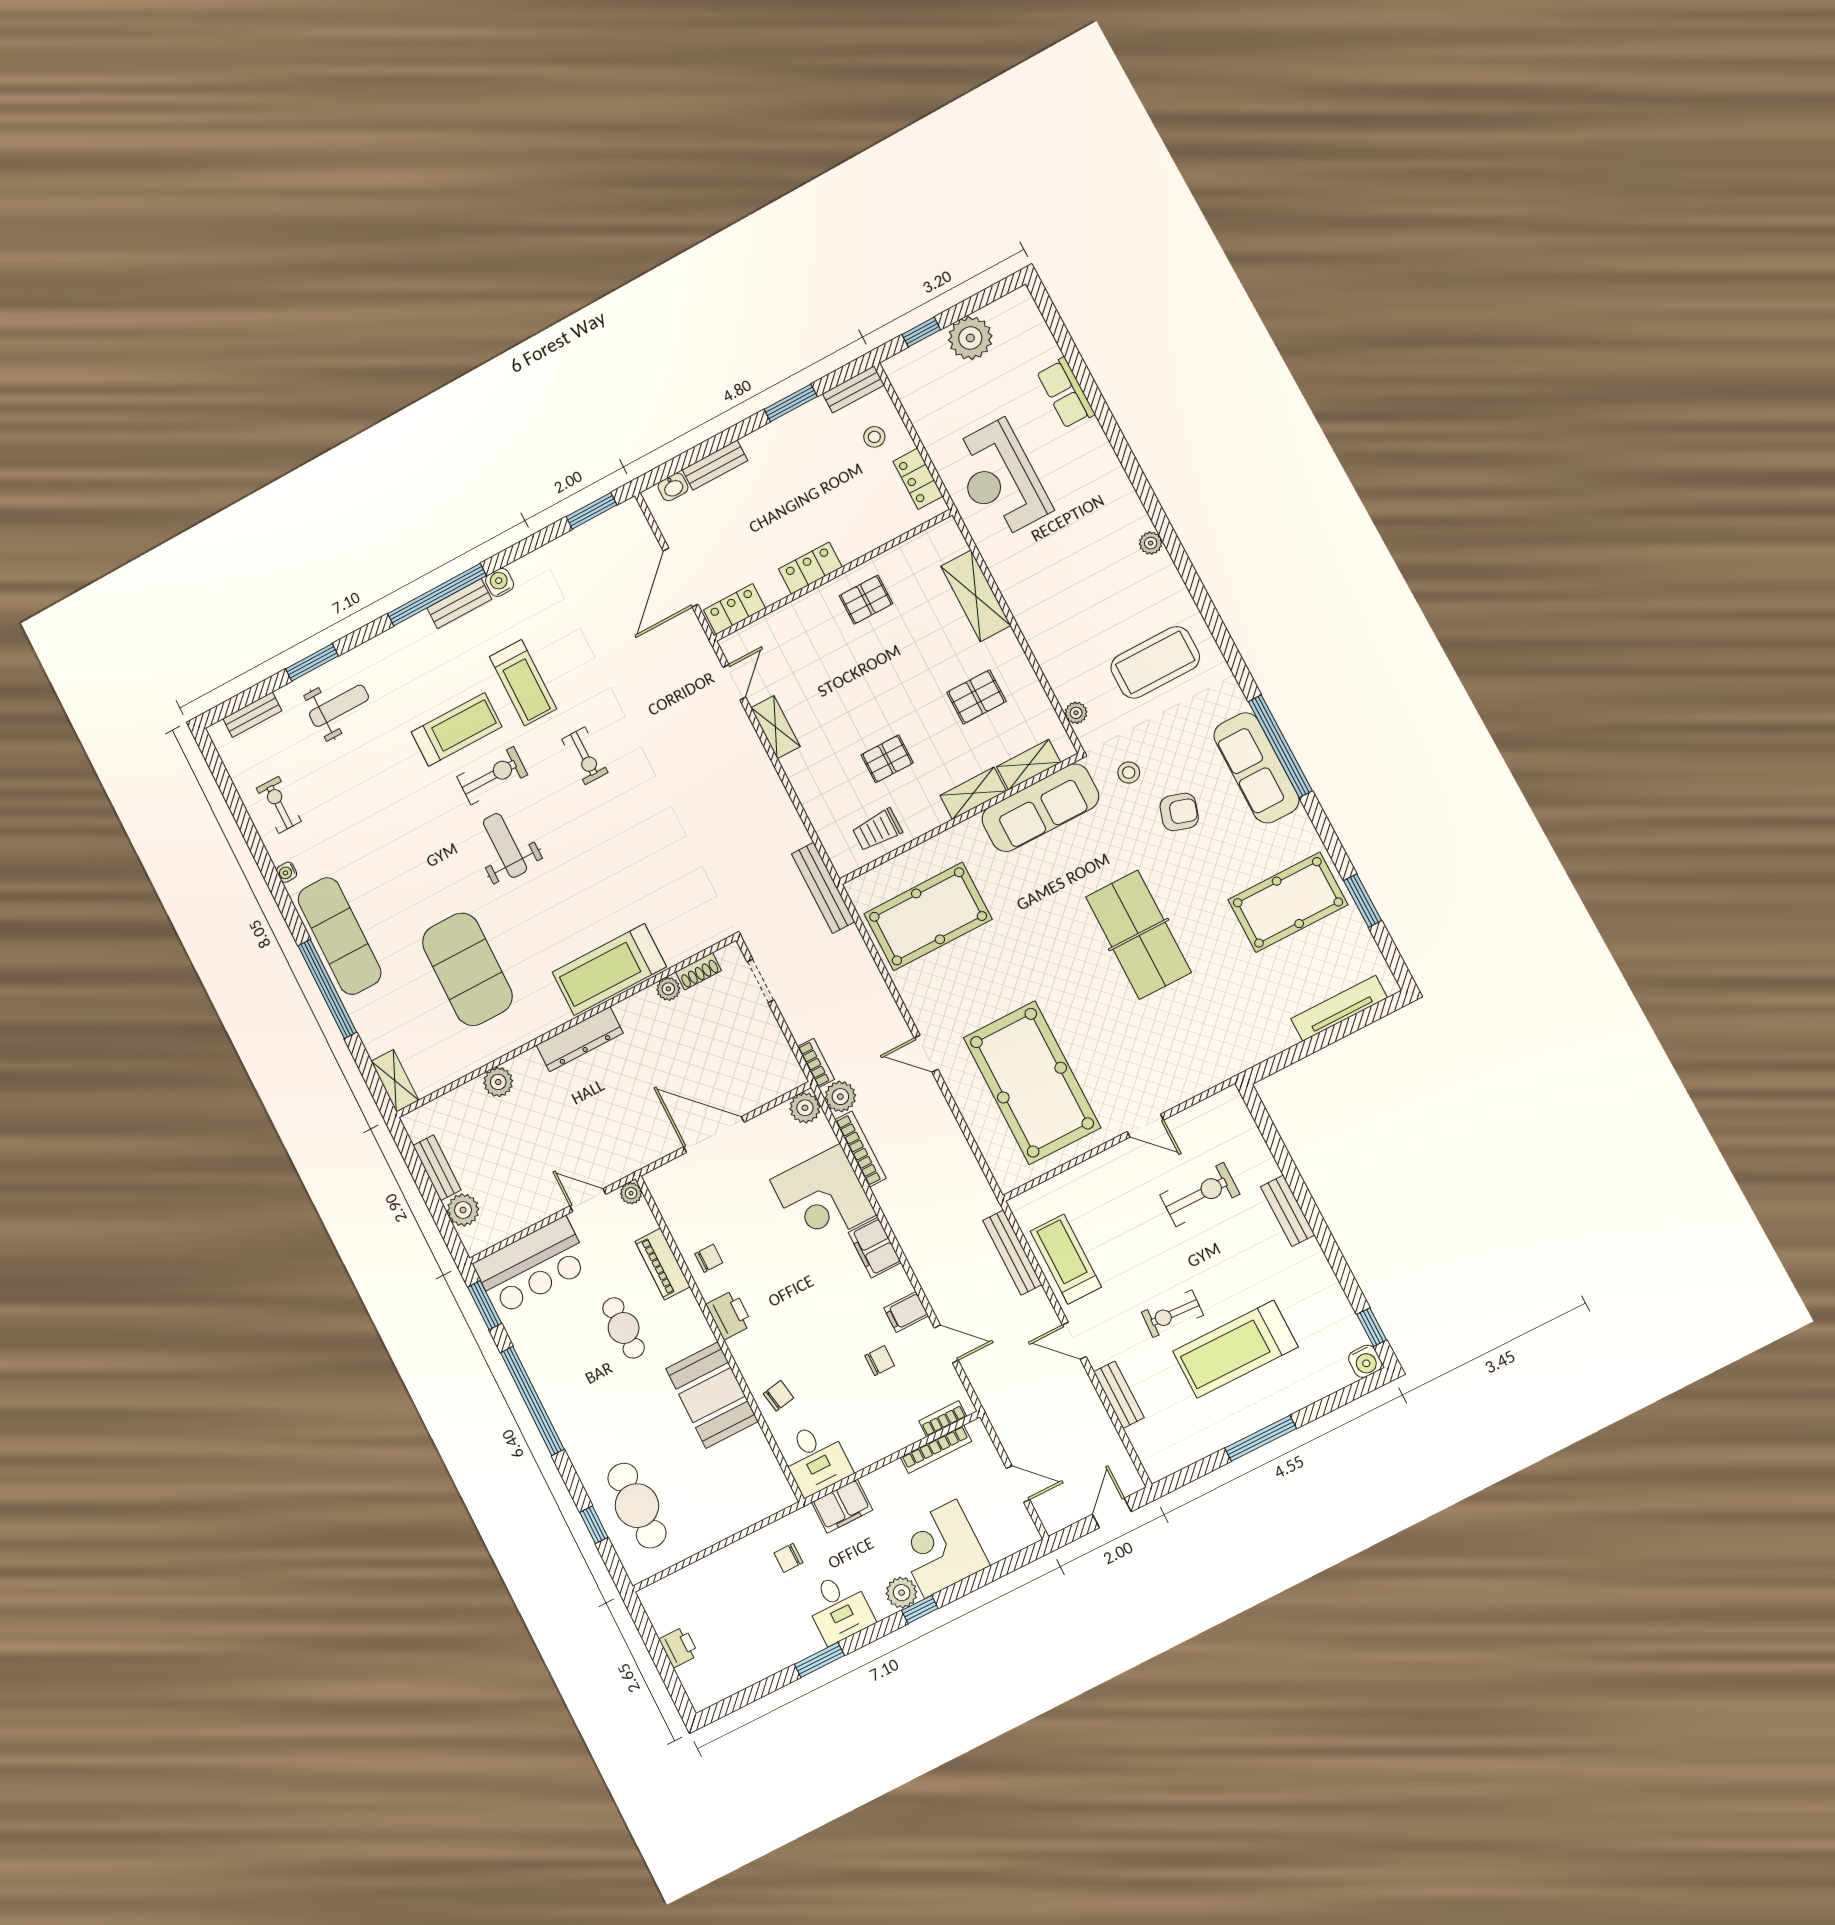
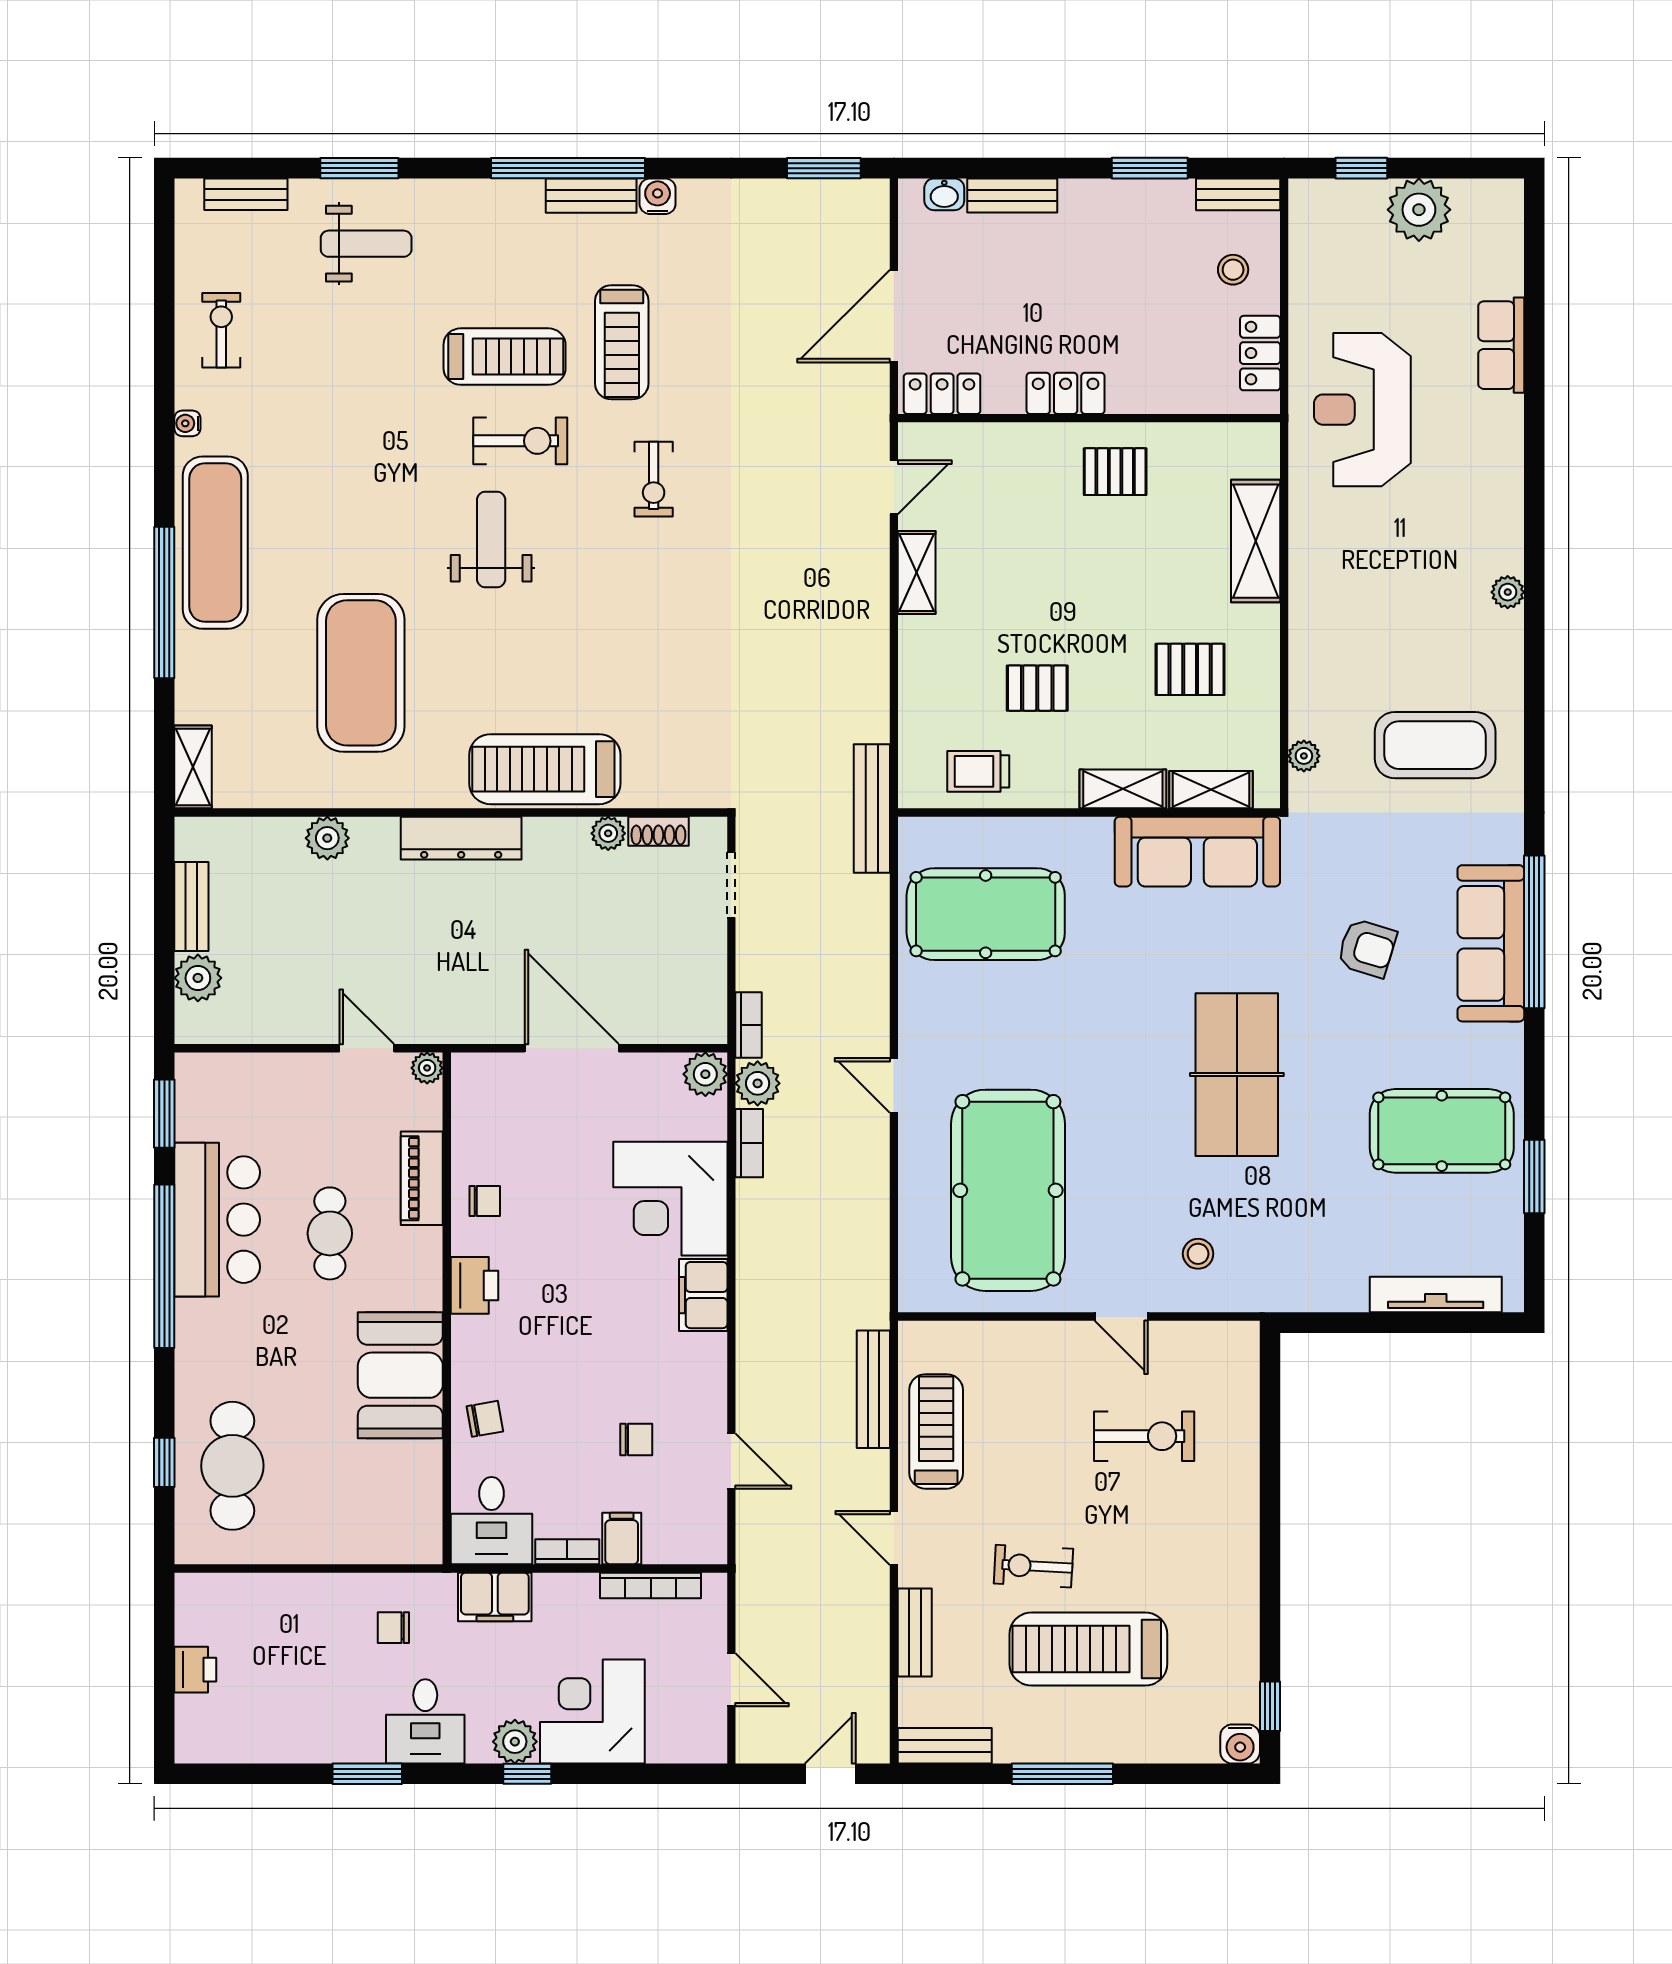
stool: (1129, 772) -> (1198, 1254), moved
bookcase: (861, 1149) -> (749, 1143), width x0.64
bench: (1288, 1211) -> (945, 1746), moved, turned 90
bar counter: (532, 1266) -> (217, 1220), moved, turned -90
filing cabinet: (906, 1312) -> (622, 1539), moved, turned 90
bookcase: (943, 1419) -> (567, 1552), moved

